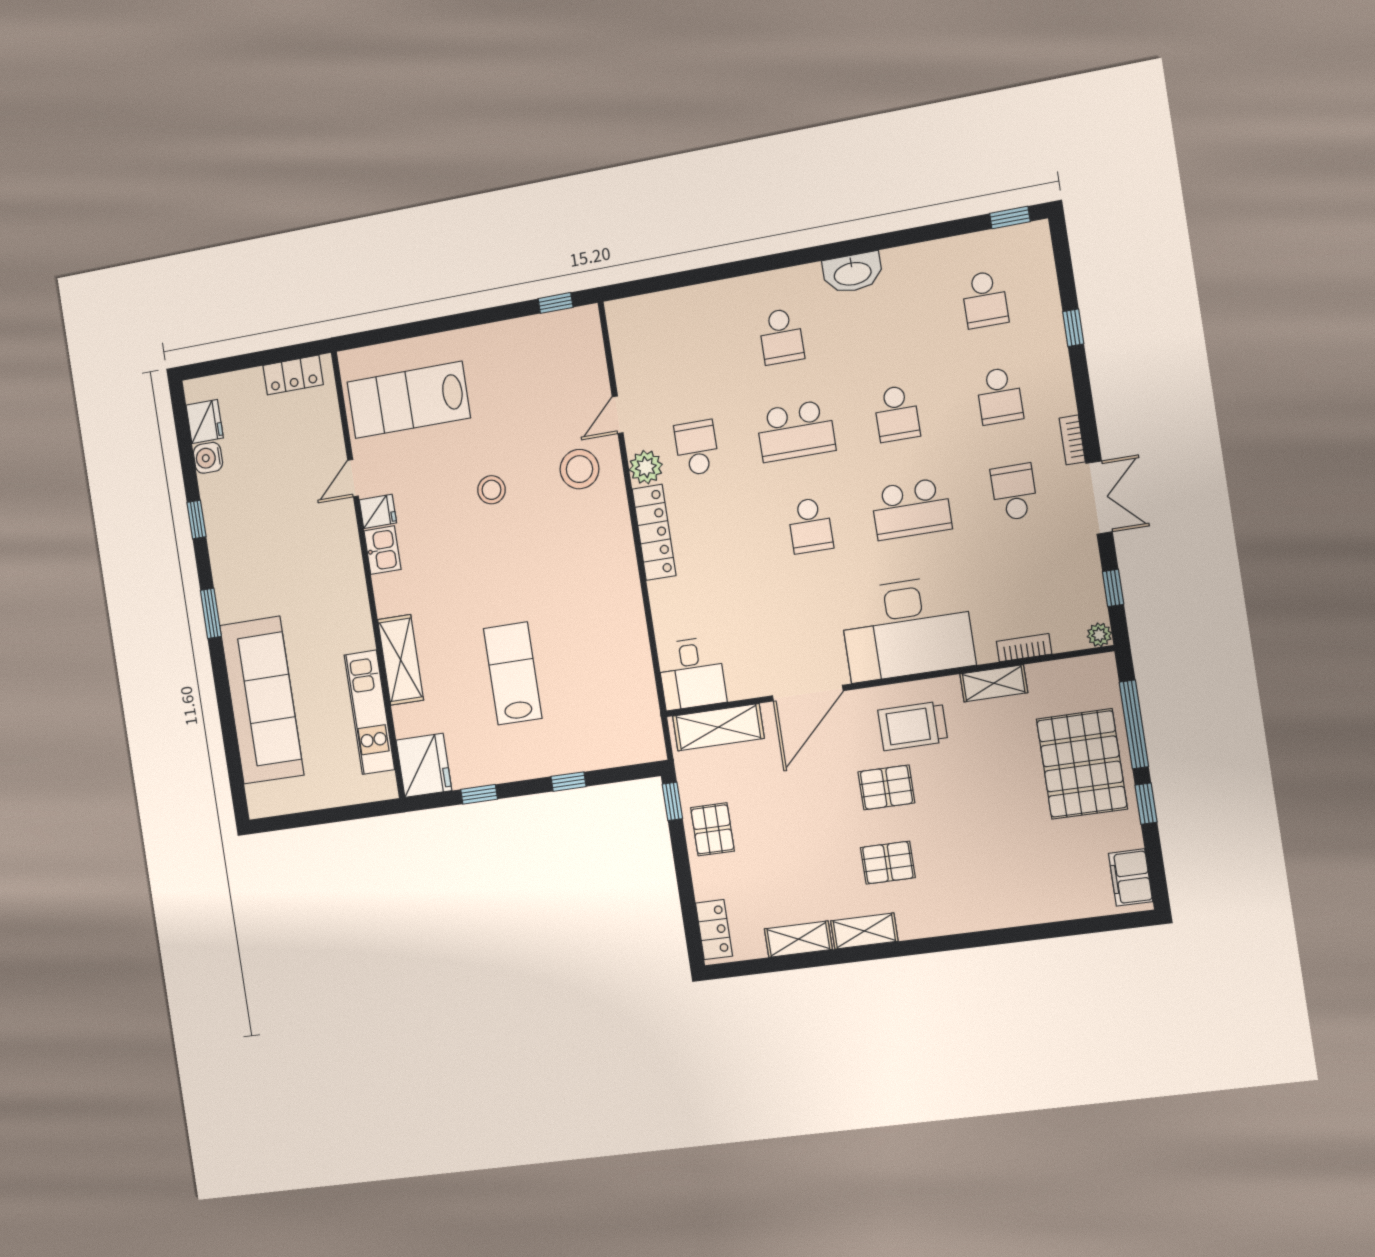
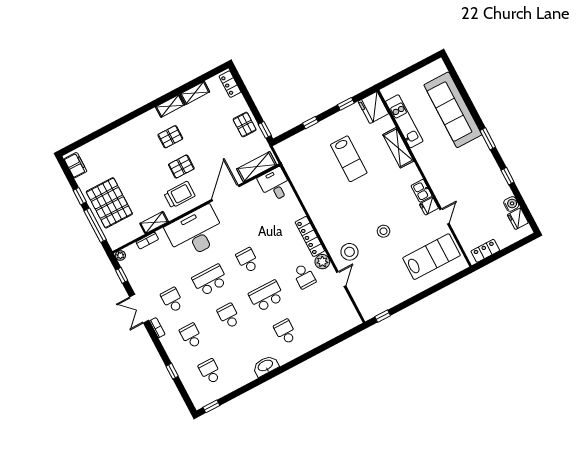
school desk: (1014, 492) -> (172, 300), turned 180

